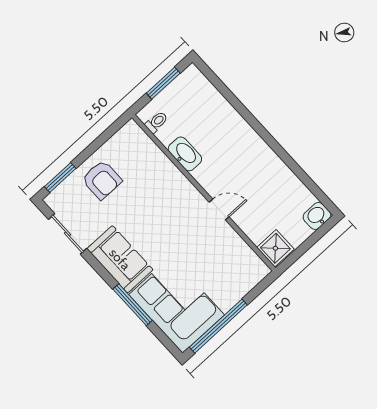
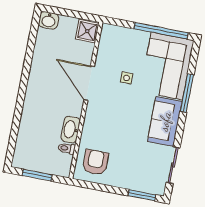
toilet: (156, 122) -> (67, 148), moved
armchair: (102, 180) -> (95, 162), moved
door: (219, 210) -> (89, 83), width x1.87
side table: (196, 253) -> (127, 78), added

